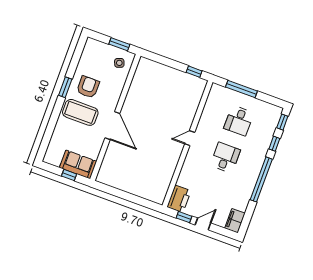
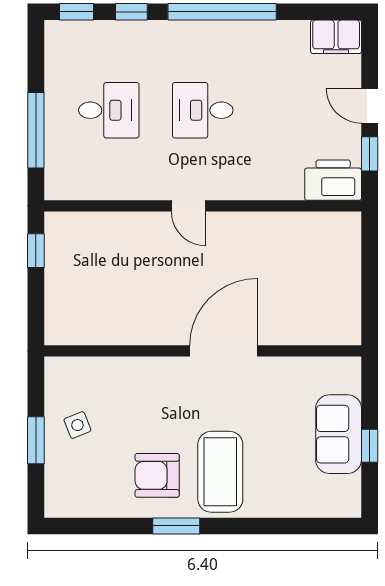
wall: (115, 117) -> (203, 351), moved
door: (112, 126) -> (224, 351), moved

